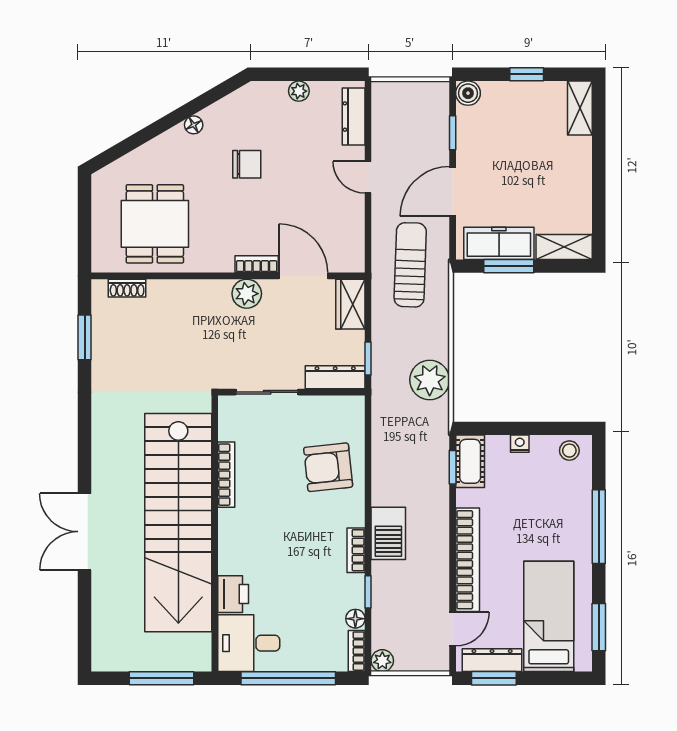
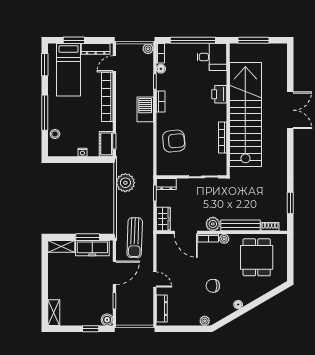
window: (527, 74) -> (91, 329), moved
plant: (299, 91) -> (205, 321), moved
plant: (223, 263) -> (224, 239), added
bench: (189, 291) -> (240, 225), added
dresser: (335, 377) -> (166, 184), width x0.70
stool: (569, 451) -> (55, 134), moved
printer: (233, 594) -> (219, 94), moved
window: (494, 678) -> (74, 40), moved

